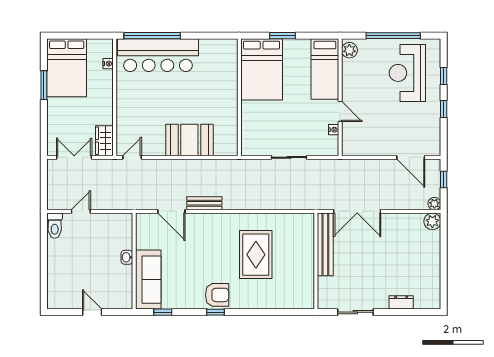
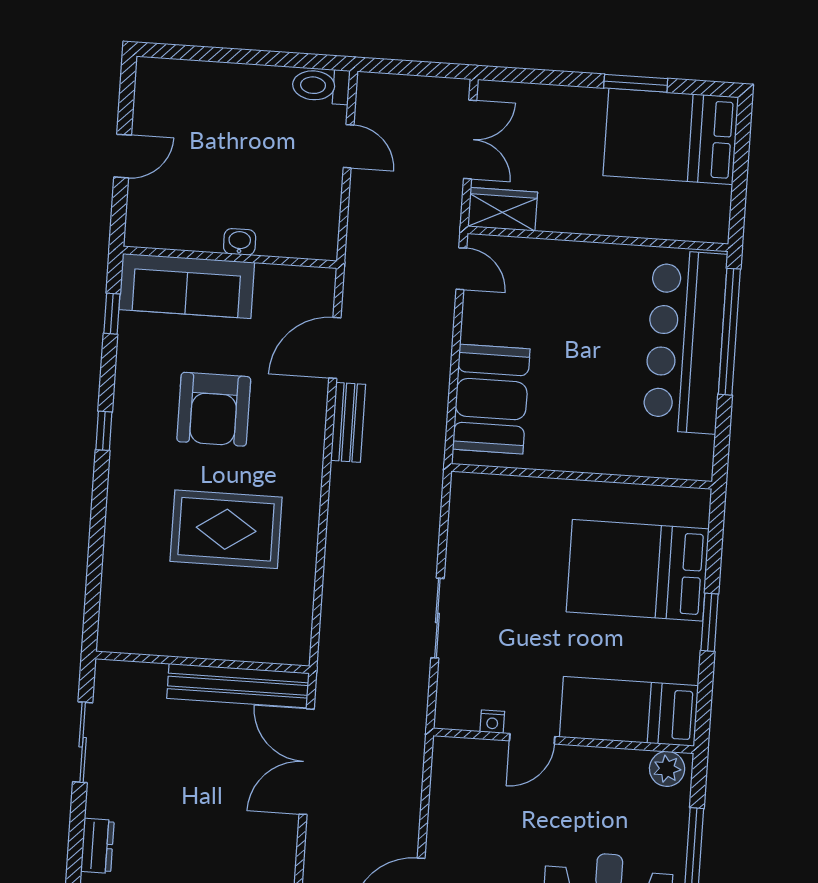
nightstand: (108, 64) -> (674, 229), removed
wall: (239, 97) -> (582, 476), moved
armchair: (217, 295) -> (214, 409), moved, width x1.36, depth x1.36

